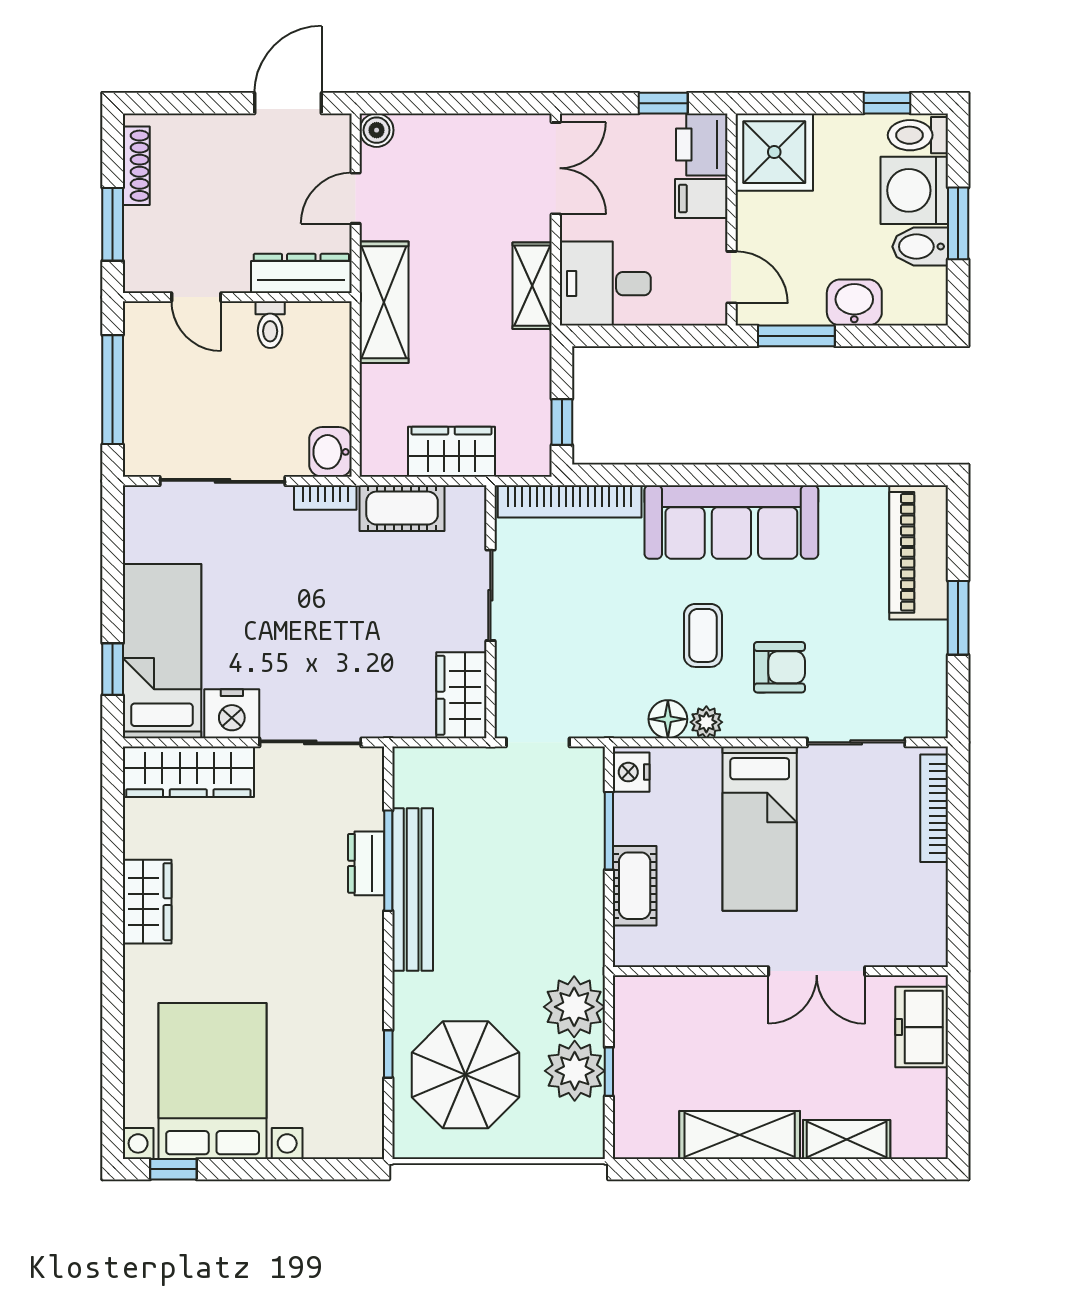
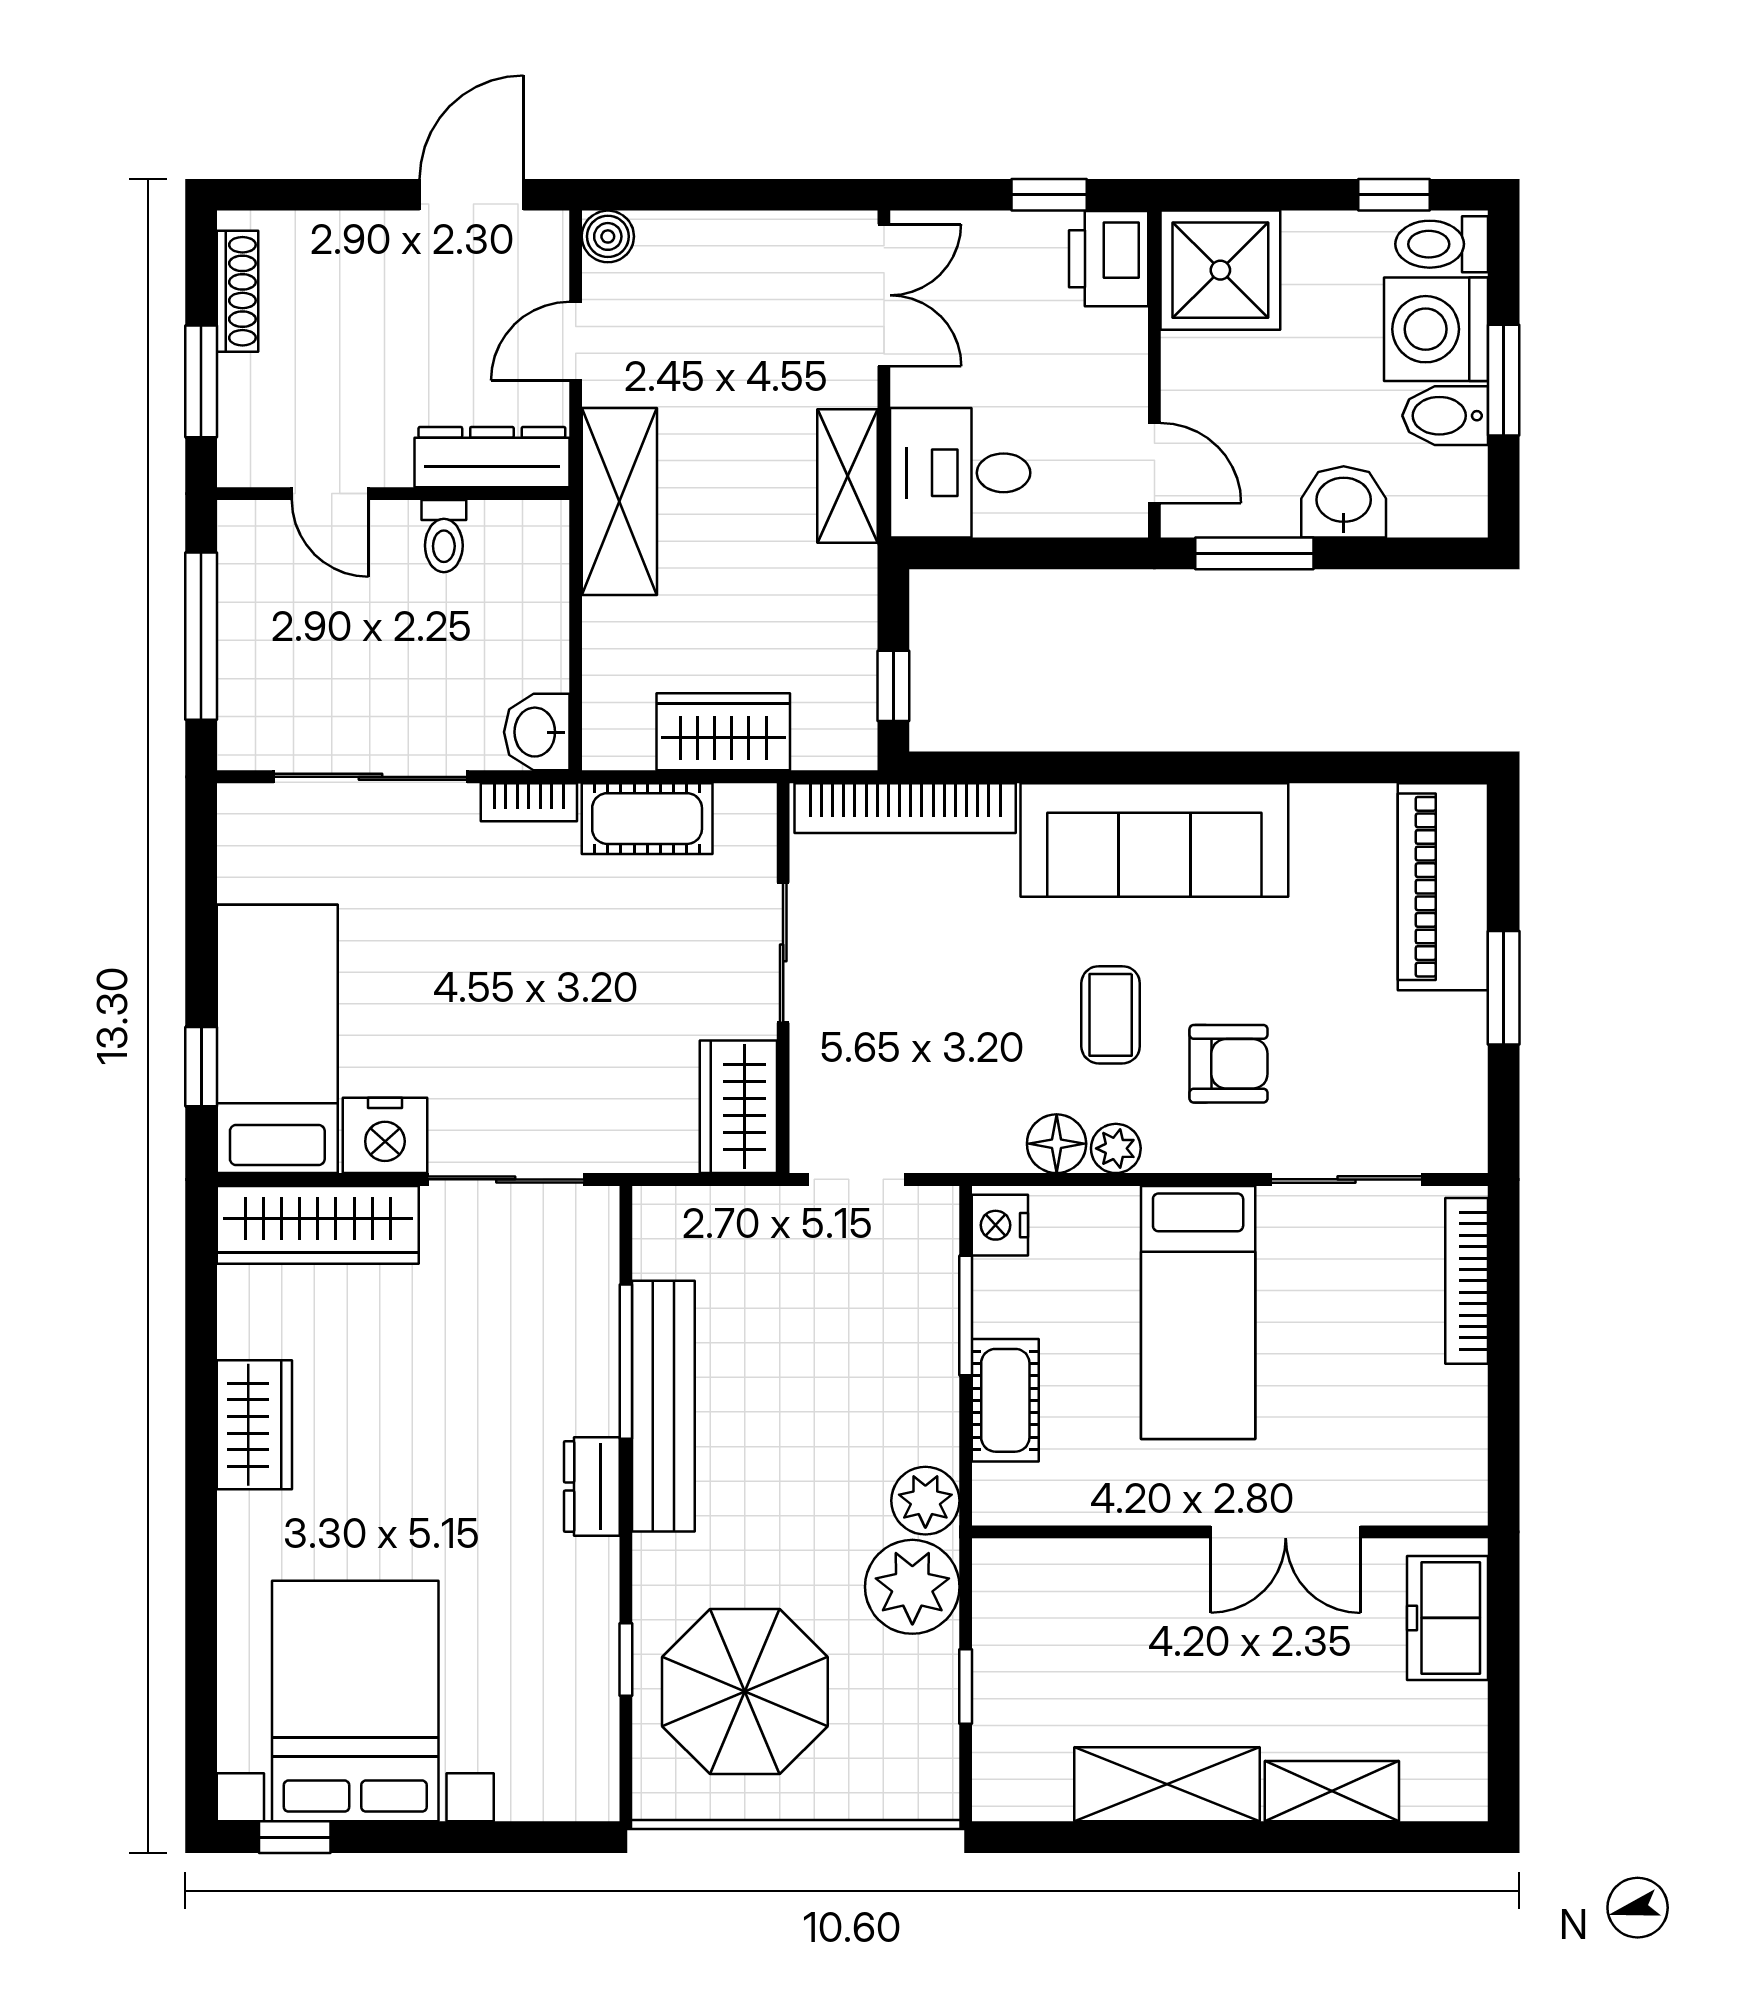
filing cabinet: (701, 198) -> (1108, 342), removed
dresser: (366, 863) -> (592, 1487), moved
plant: (575, 1071) -> (925, 1501), moved, width x0.73, depth x0.73

